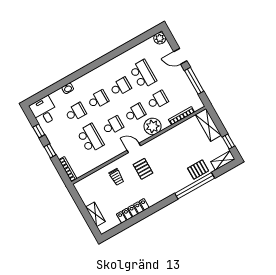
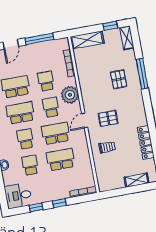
school desk: (120, 87) -> (21, 113), width x1.85
school desk: (113, 126) -> (56, 133), width x1.85
pallet: (198, 170) -> (119, 79), moved
window: (195, 186) -> (142, 74), width x0.68

